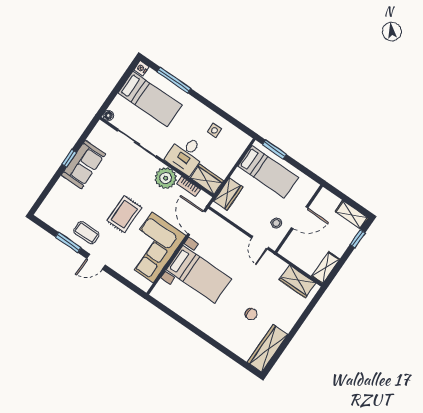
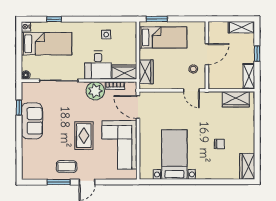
window: (174, 80) -> (54, 19), width x0.46
window: (69, 158) -> (19, 108), moved
window: (358, 239) -> (257, 54), moved
bed with nightstands: (199, 274) -> (174, 155), moved, turned -90
wardrobe: (267, 348) -> (247, 166), width x0.67

